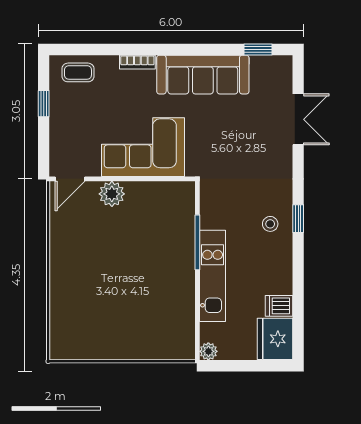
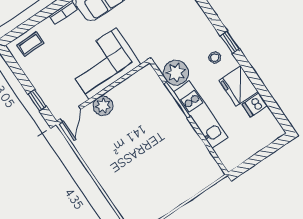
window: (44, 104) -> (37, 100), moved
fridge: (275, 339) -> (238, 86), moved
plant: (208, 351) -> (176, 73), moved, width x1.87, depth x1.87

